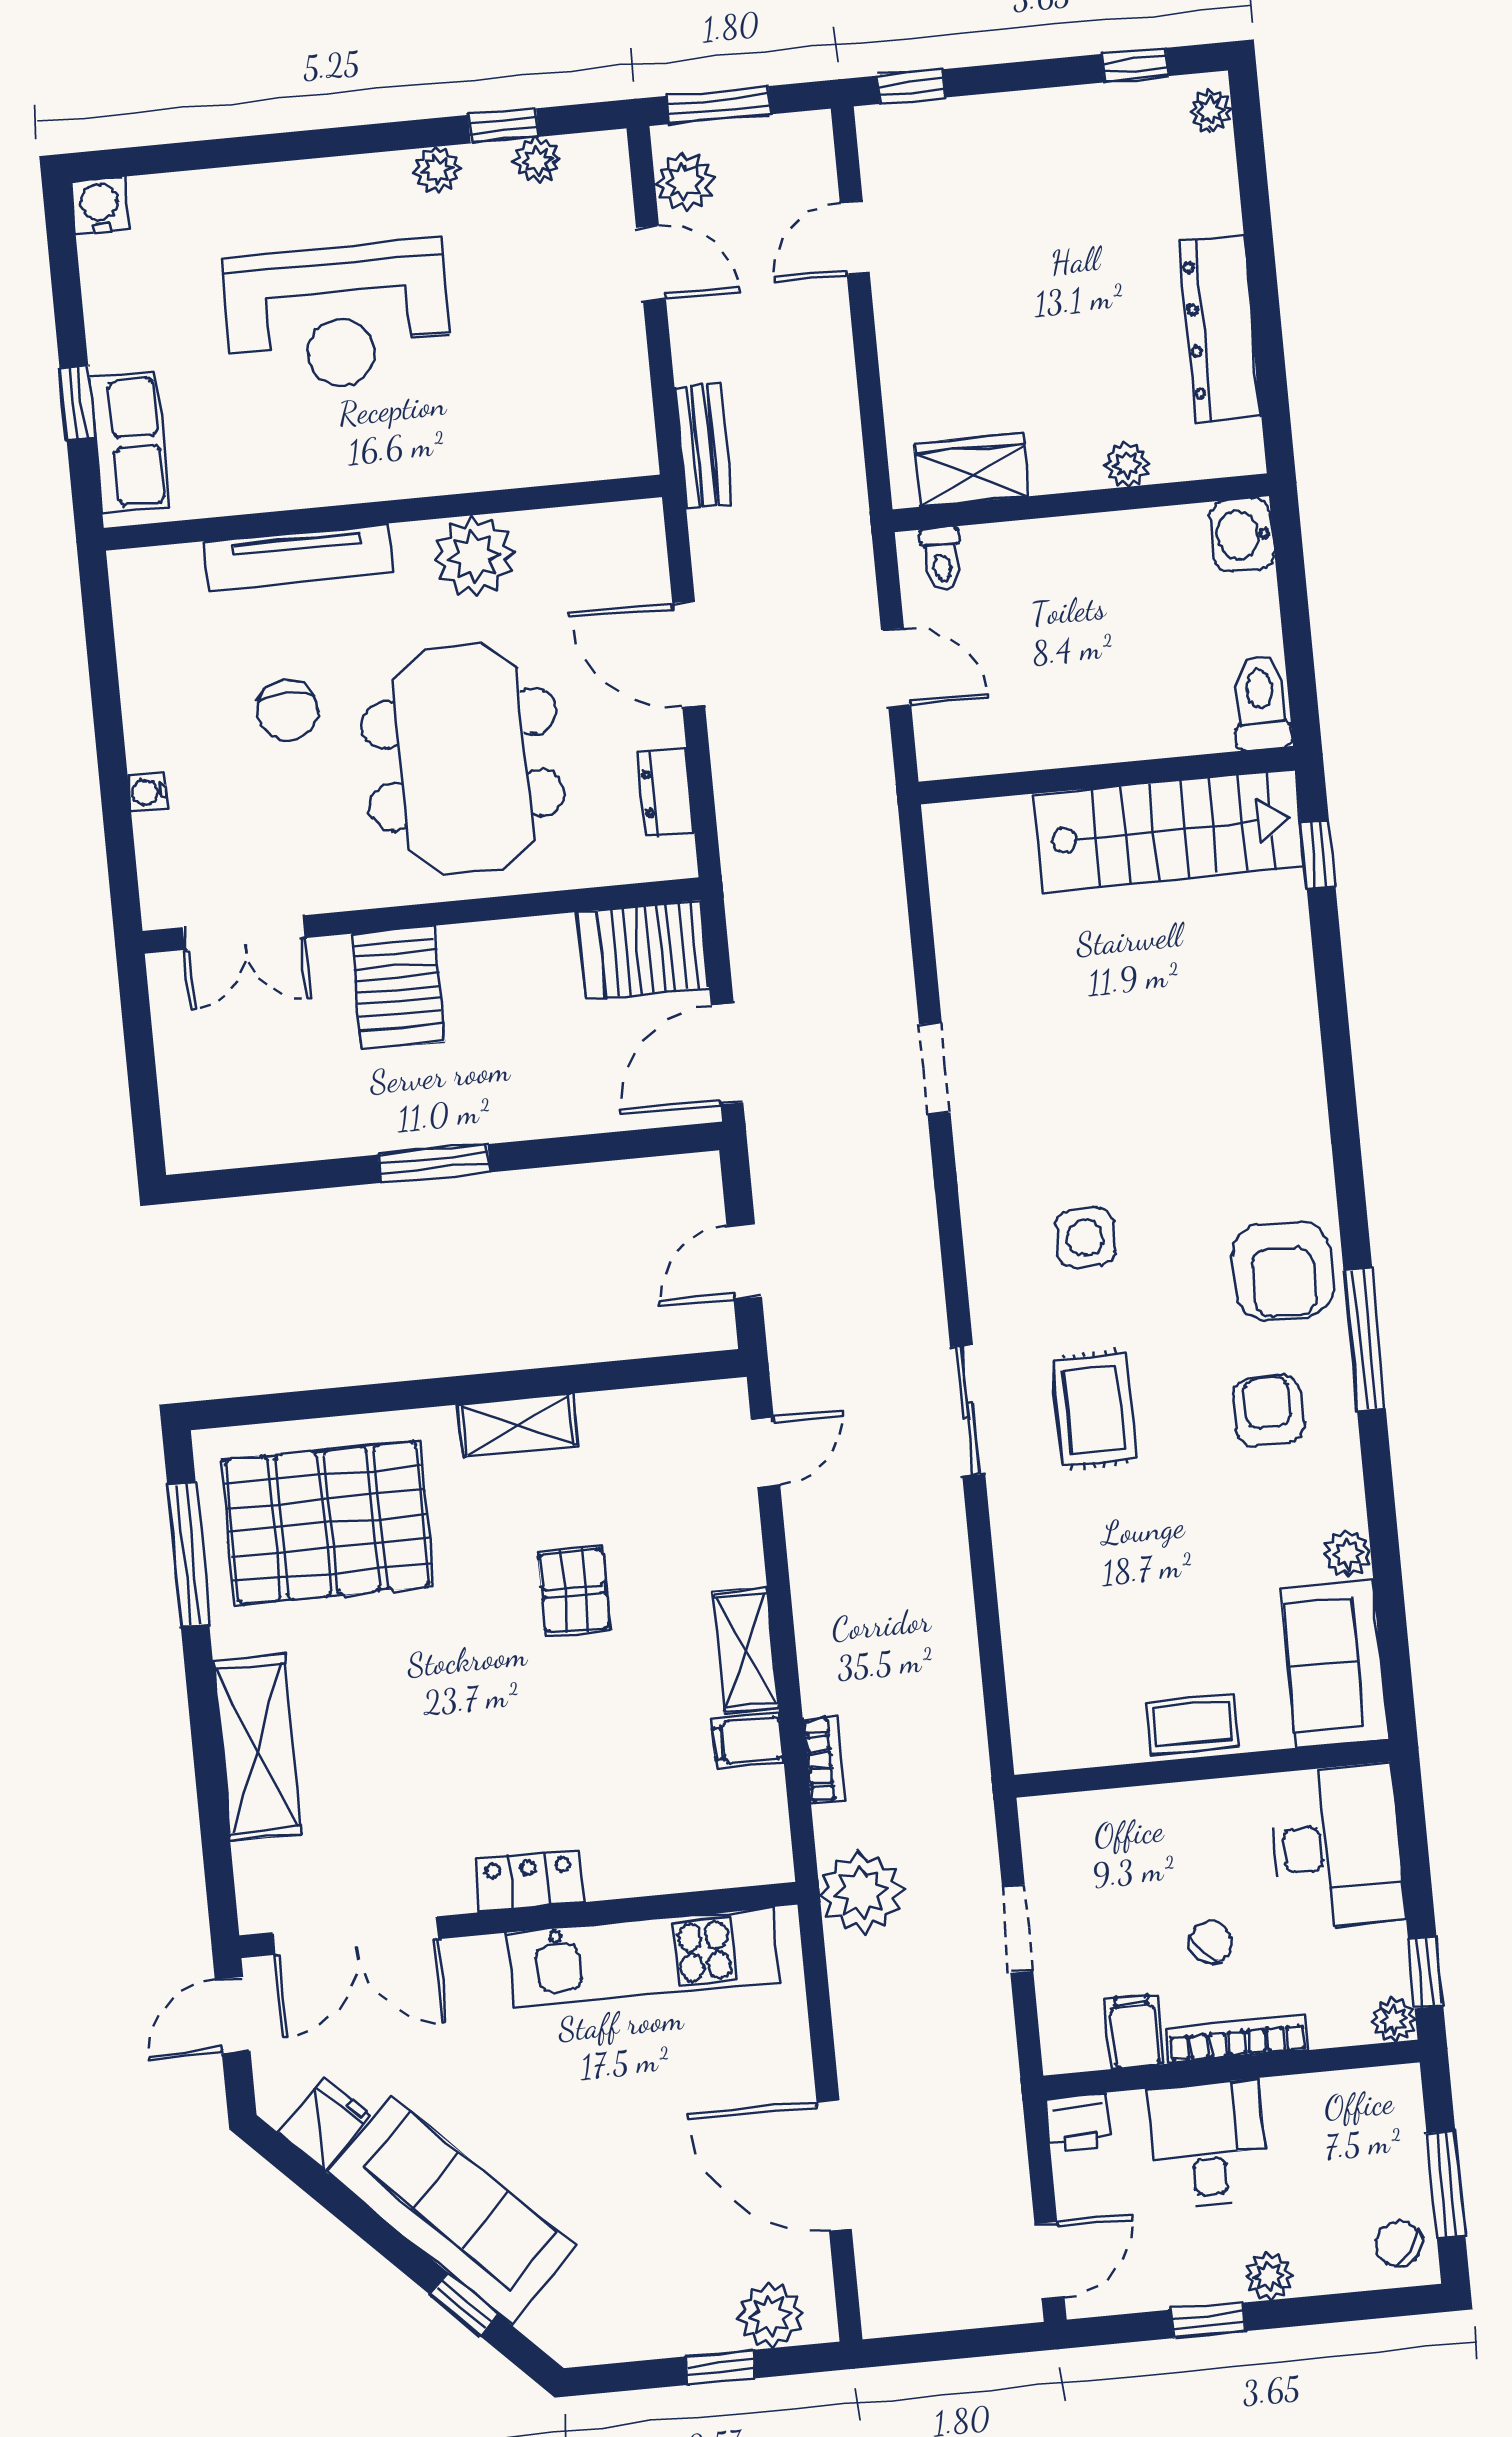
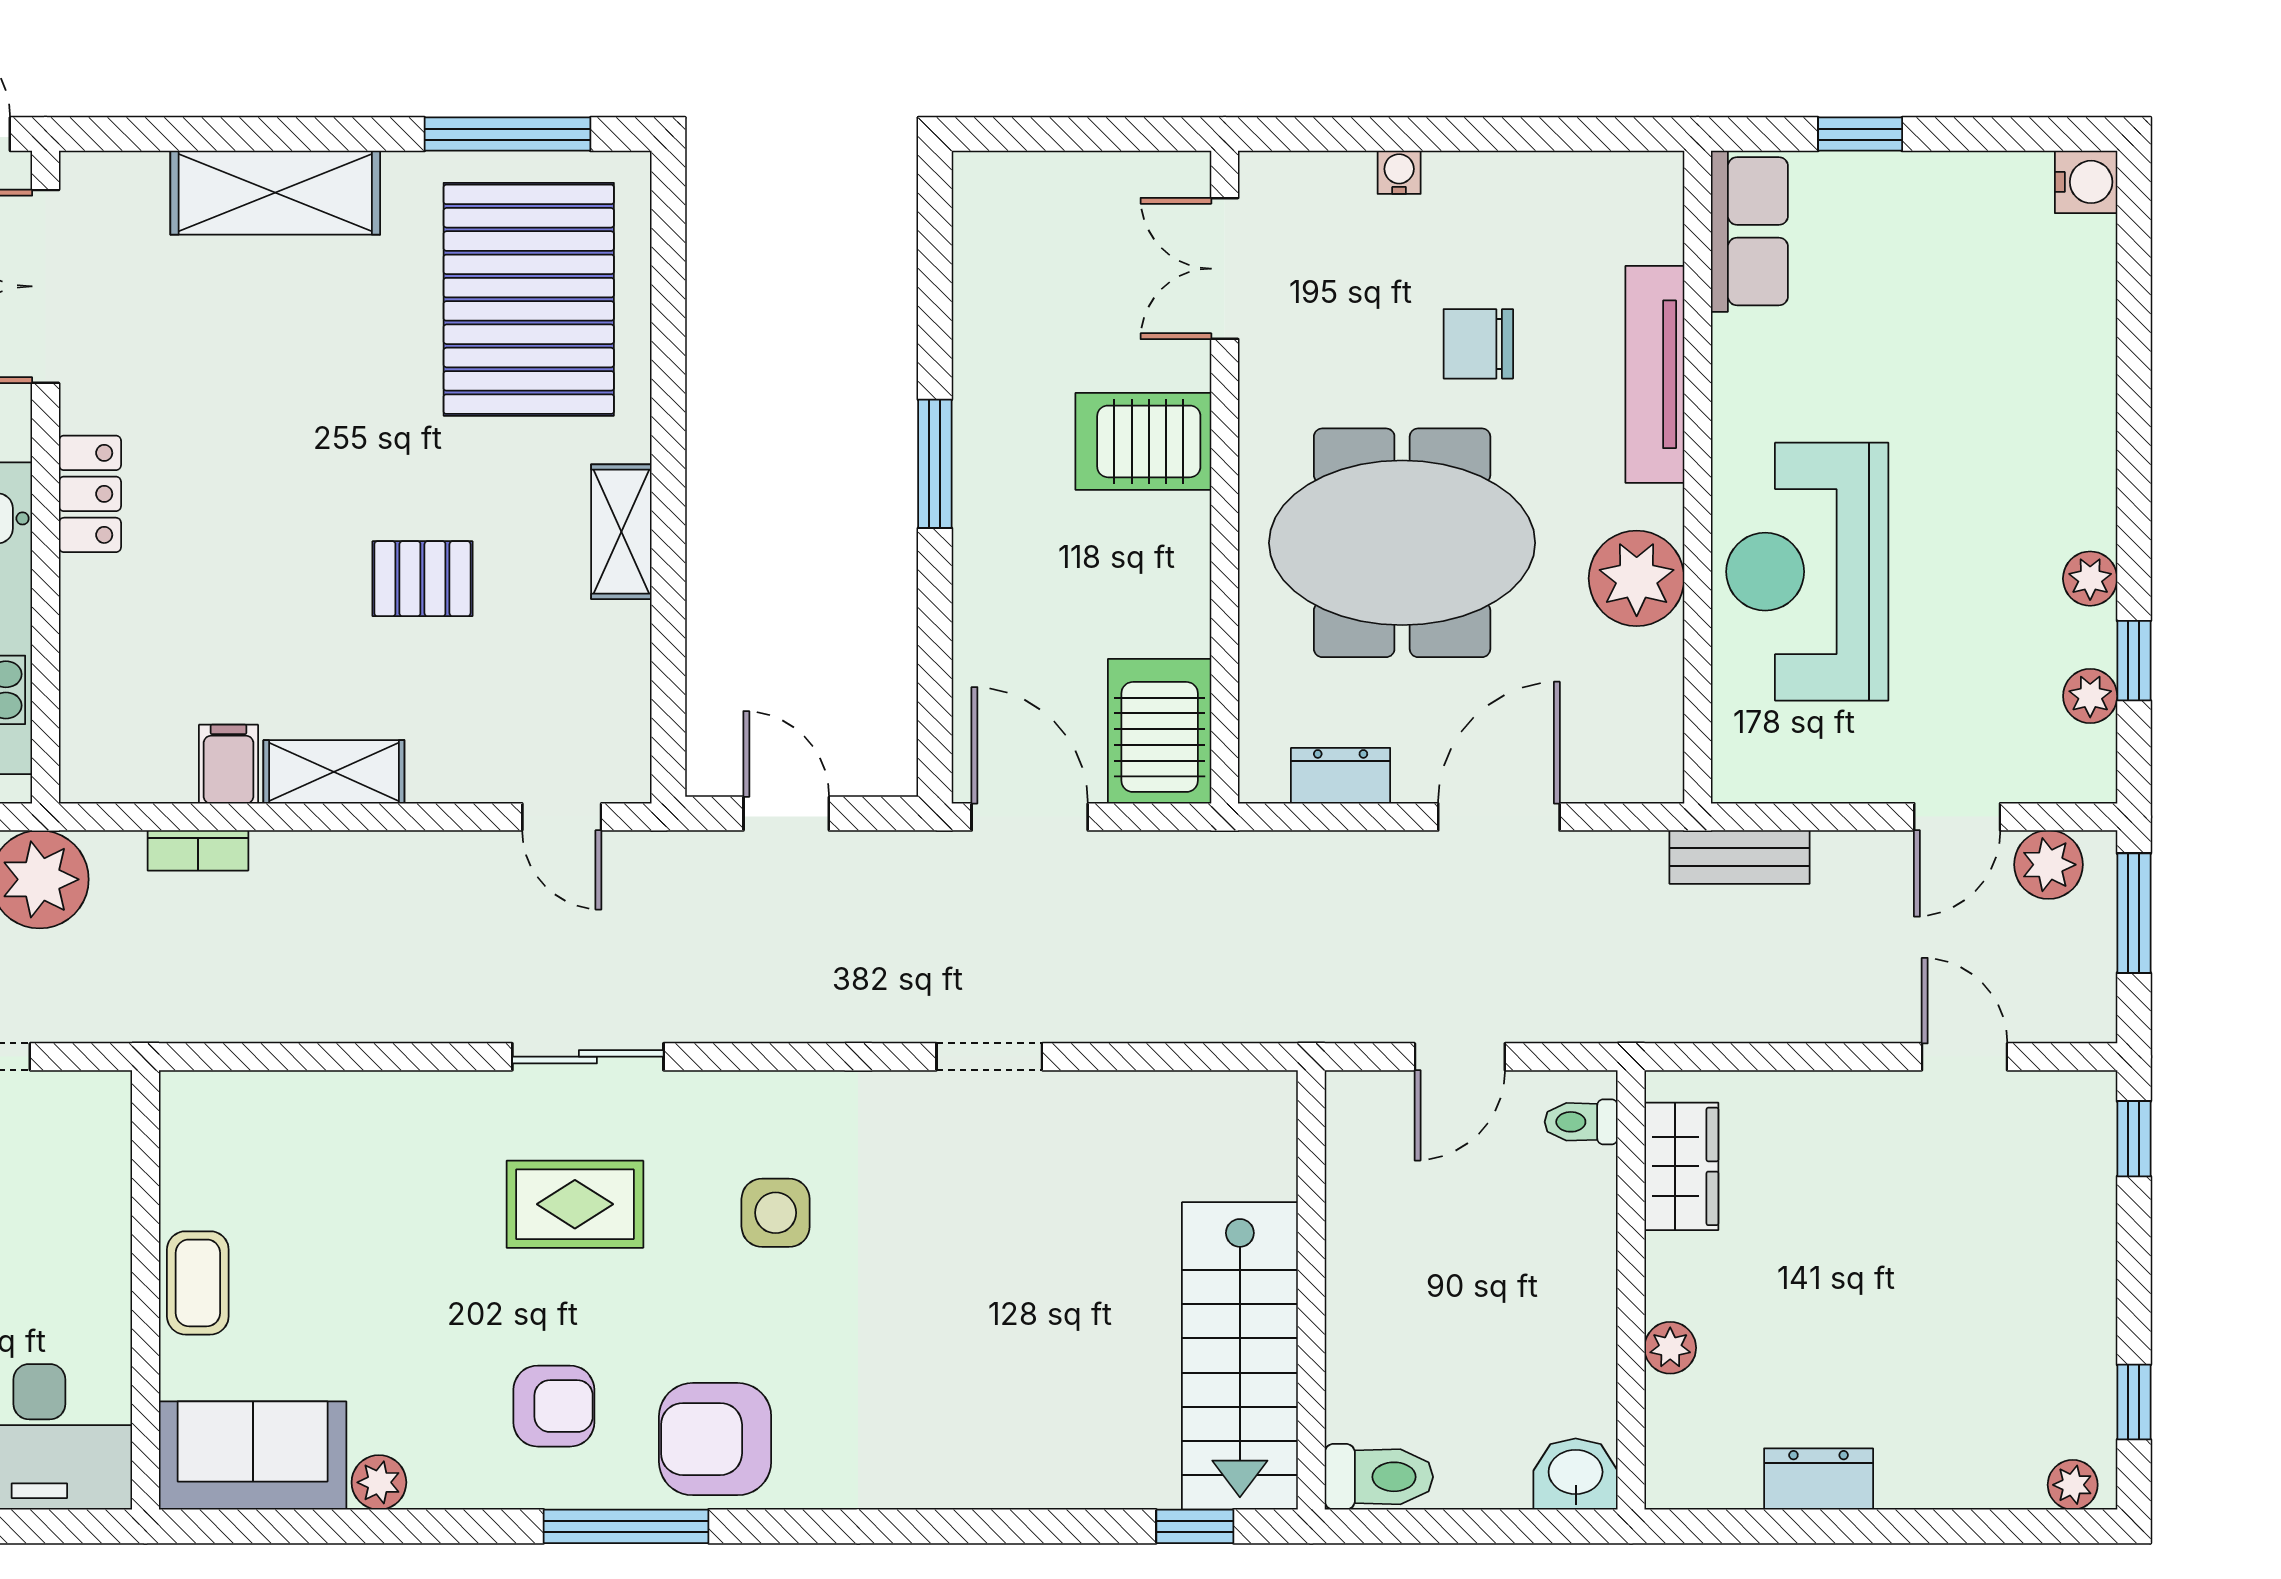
reception desk: (337, 317) -> (1807, 572), moved
dresser: (1220, 328) -> (1819, 1479), width x0.51, depth x0.80
row of seats: (129, 442) -> (1749, 231), moved, turned -90

